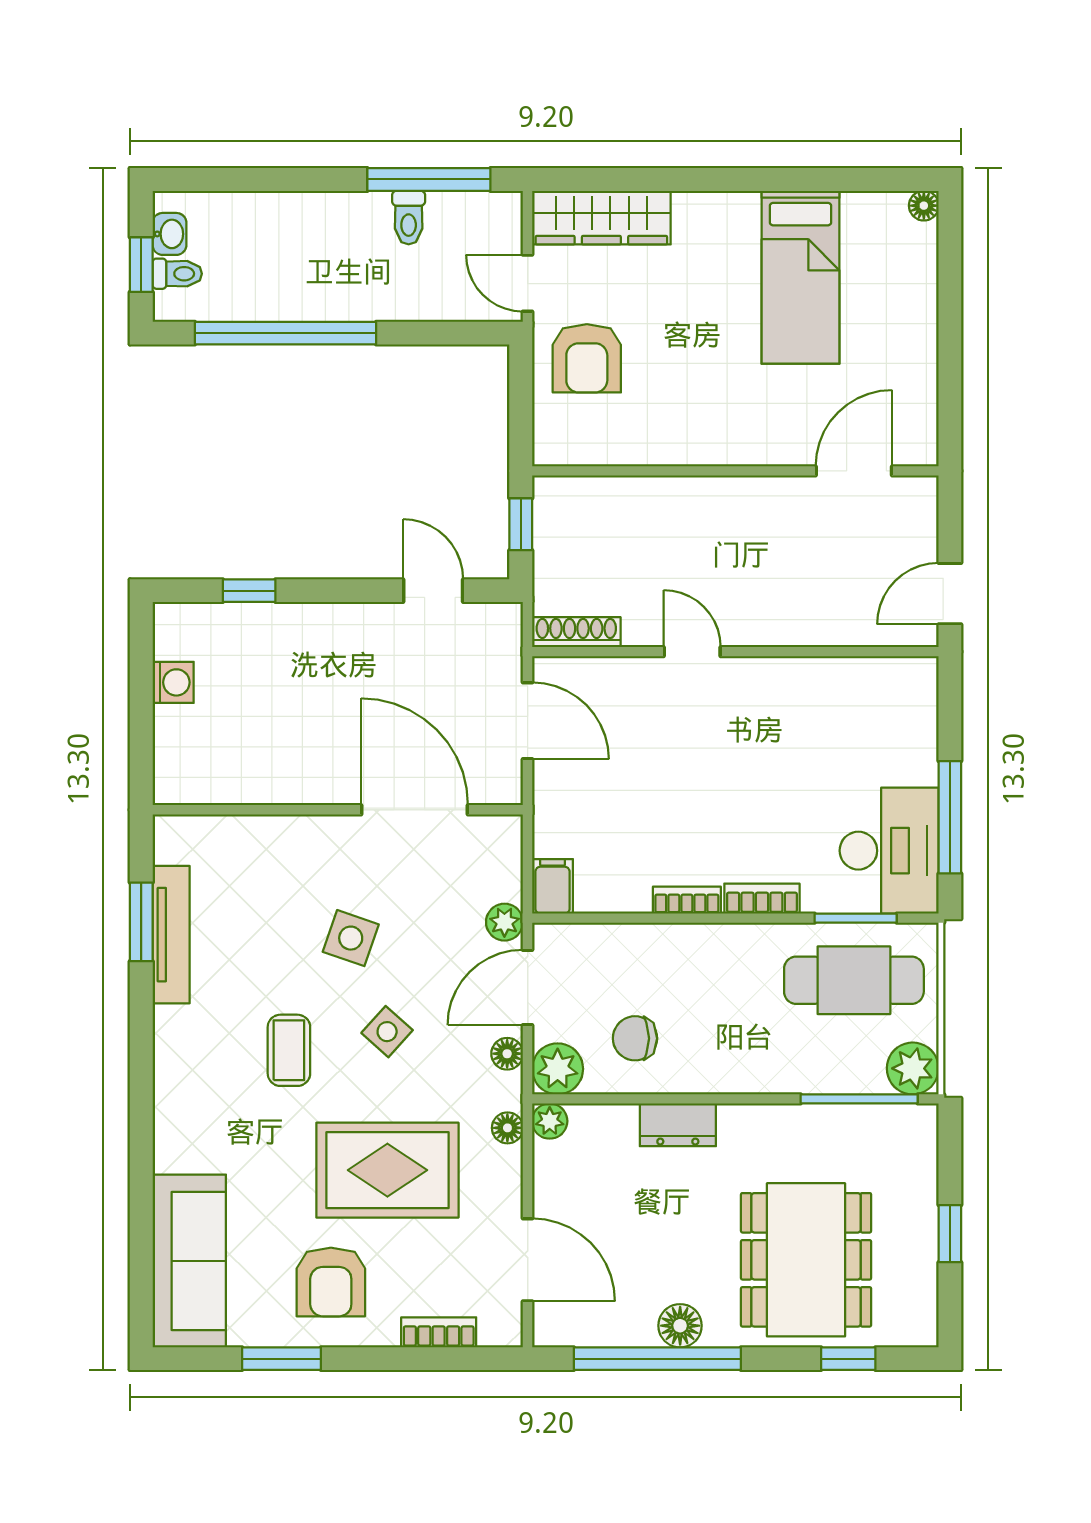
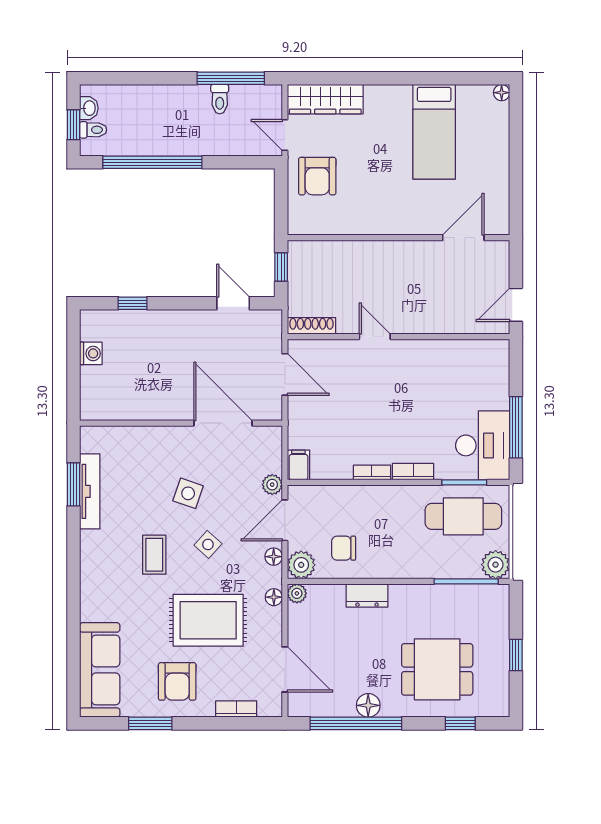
dining table: (806, 1260) -> (437, 669), width x0.73

